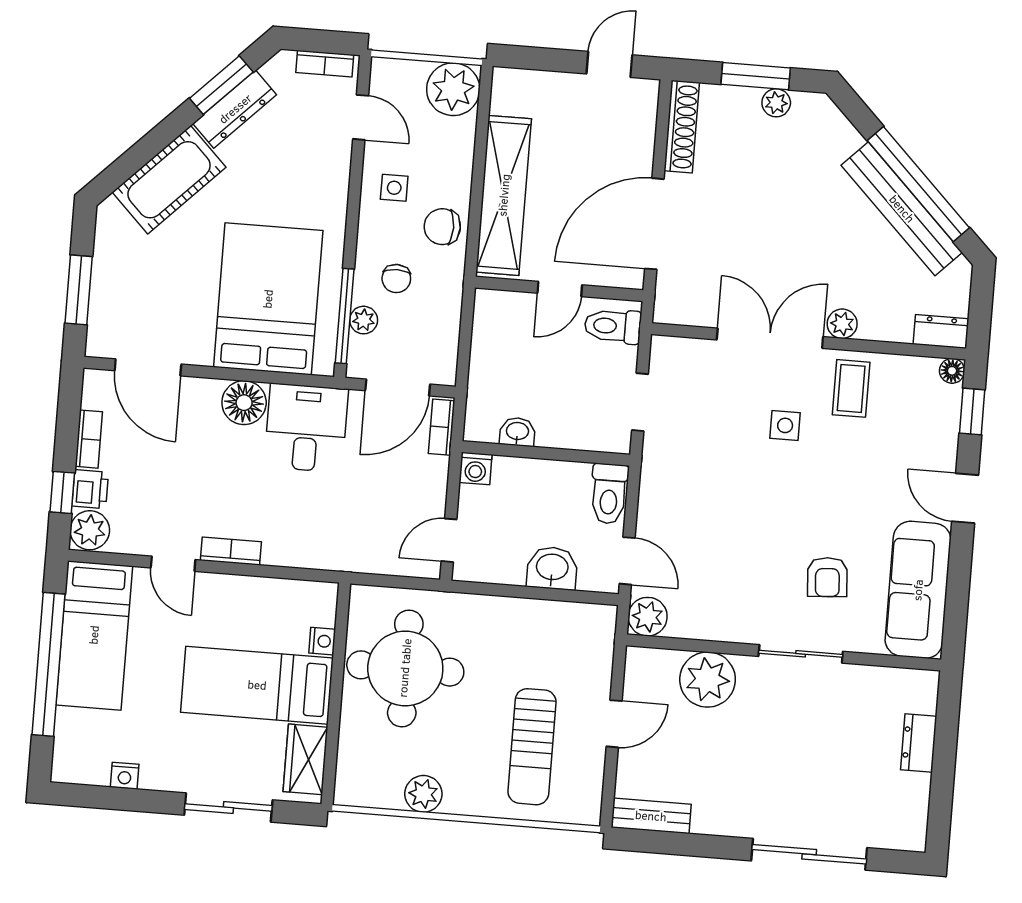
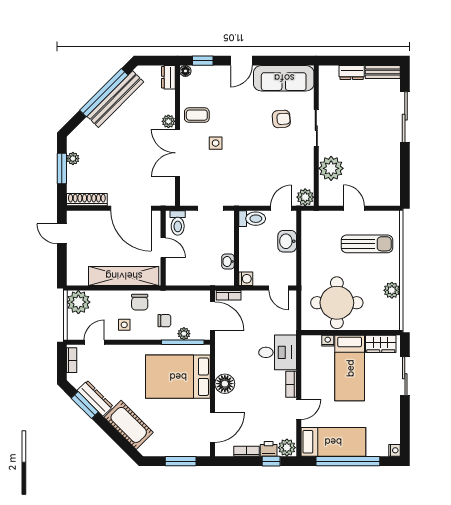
desk: (306, 428) -> (278, 352), moved, turned 180
nightstand: (125, 776) -> (394, 450), moved
bench: (651, 816) -> (383, 72), moved, turned 90

